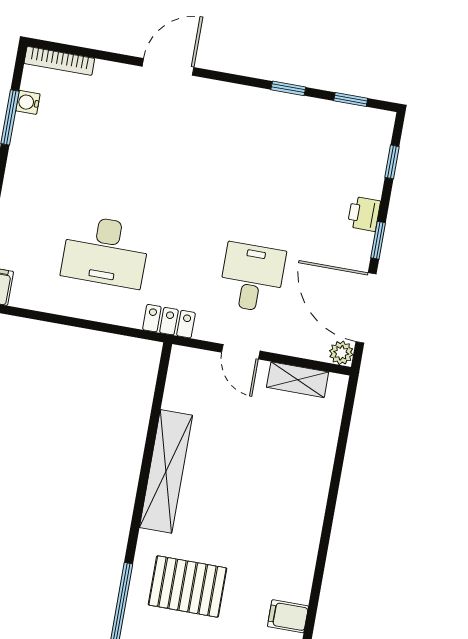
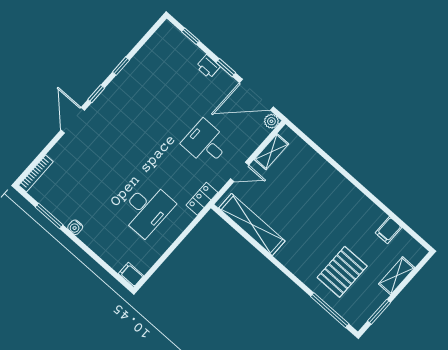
window: (351, 99) -> (96, 94), moved
water cooler: (28, 102) -> (75, 227), moved
shelving: (166, 471) -> (252, 225), moved

